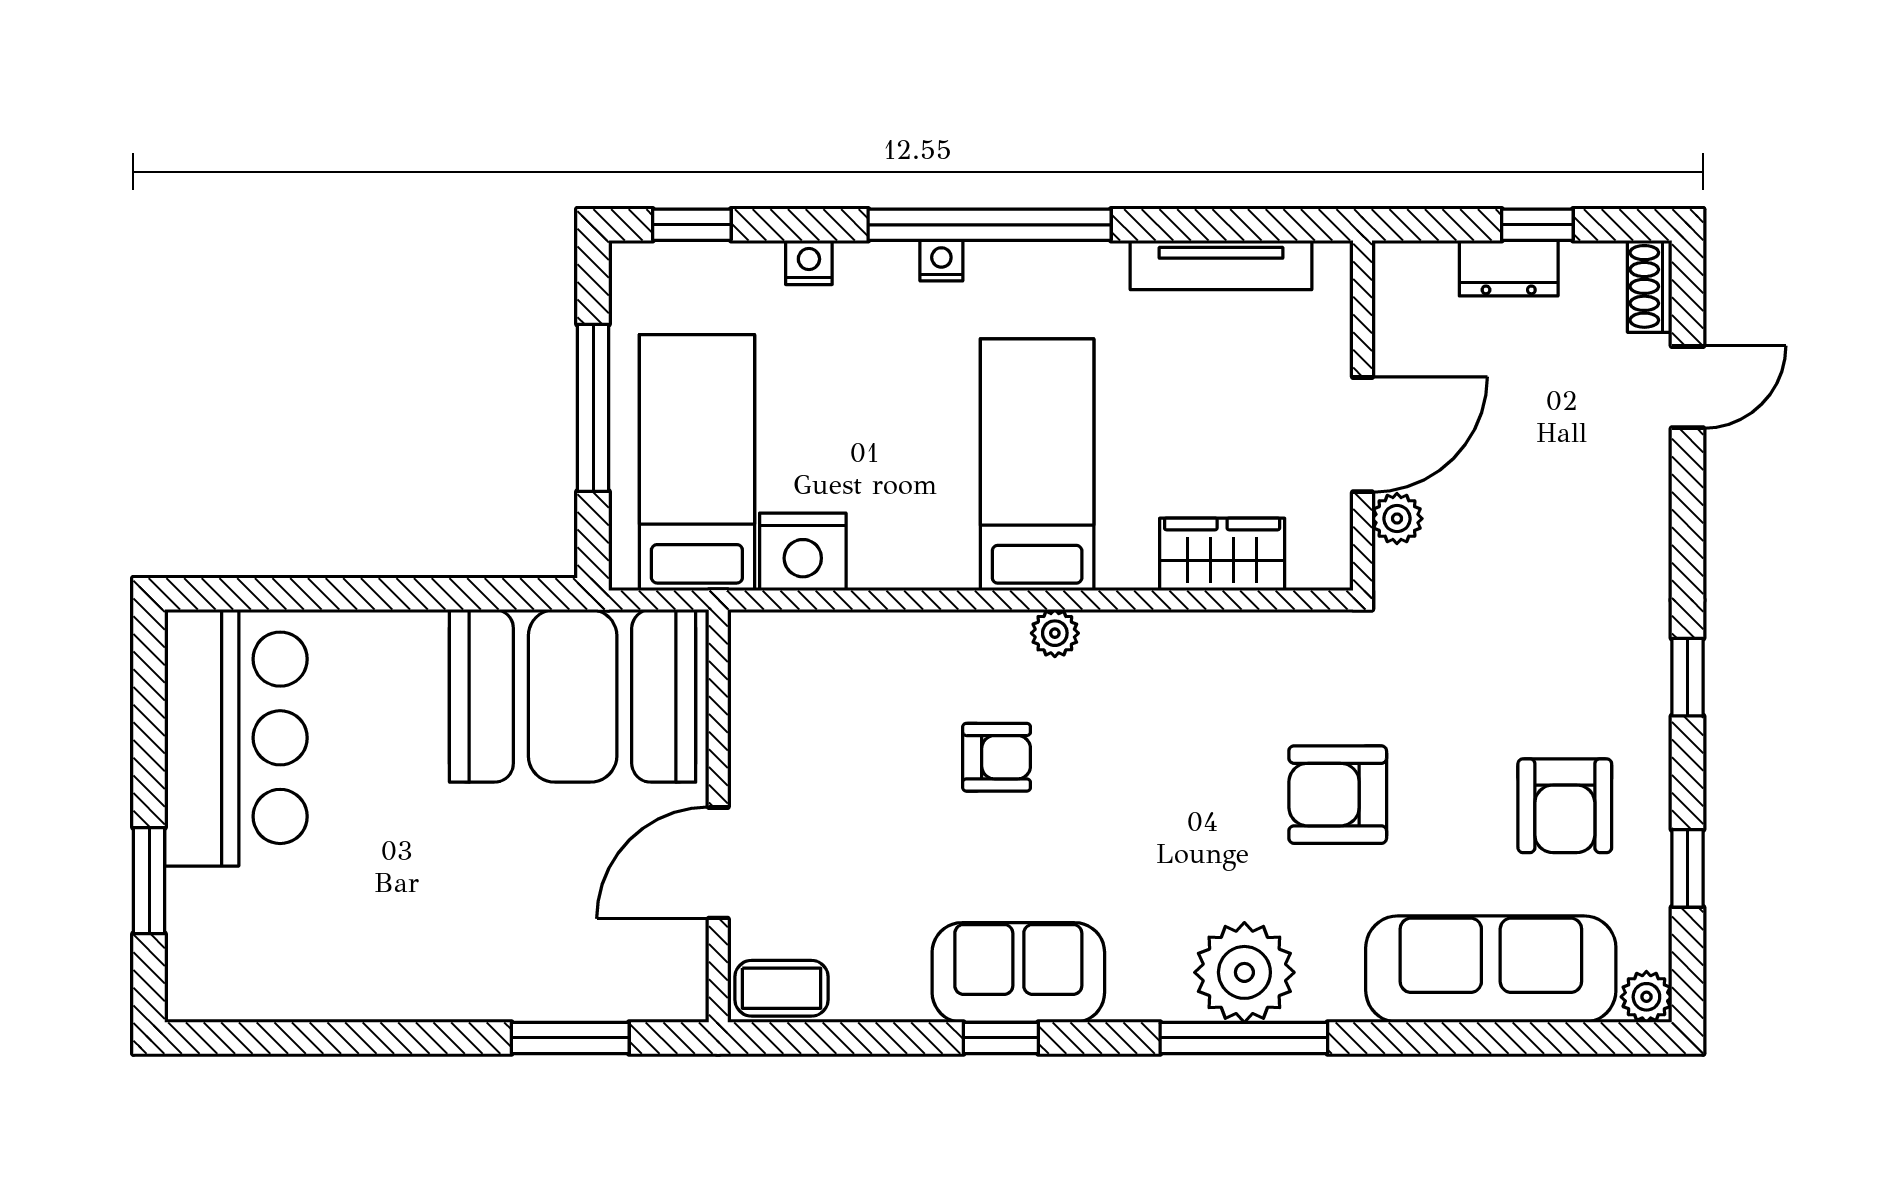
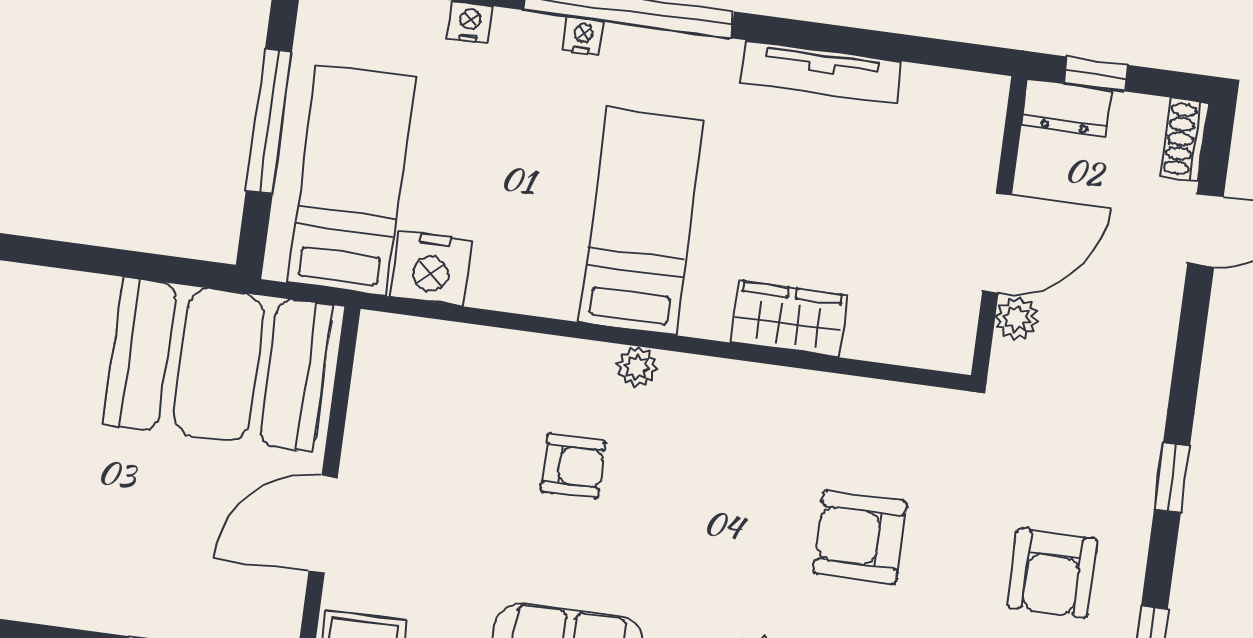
wall: (1362, 416) -> (999, 227), moved
door: (1362, 435) -> (997, 243), moved
plant: (1397, 519) -> (1017, 319), moved

